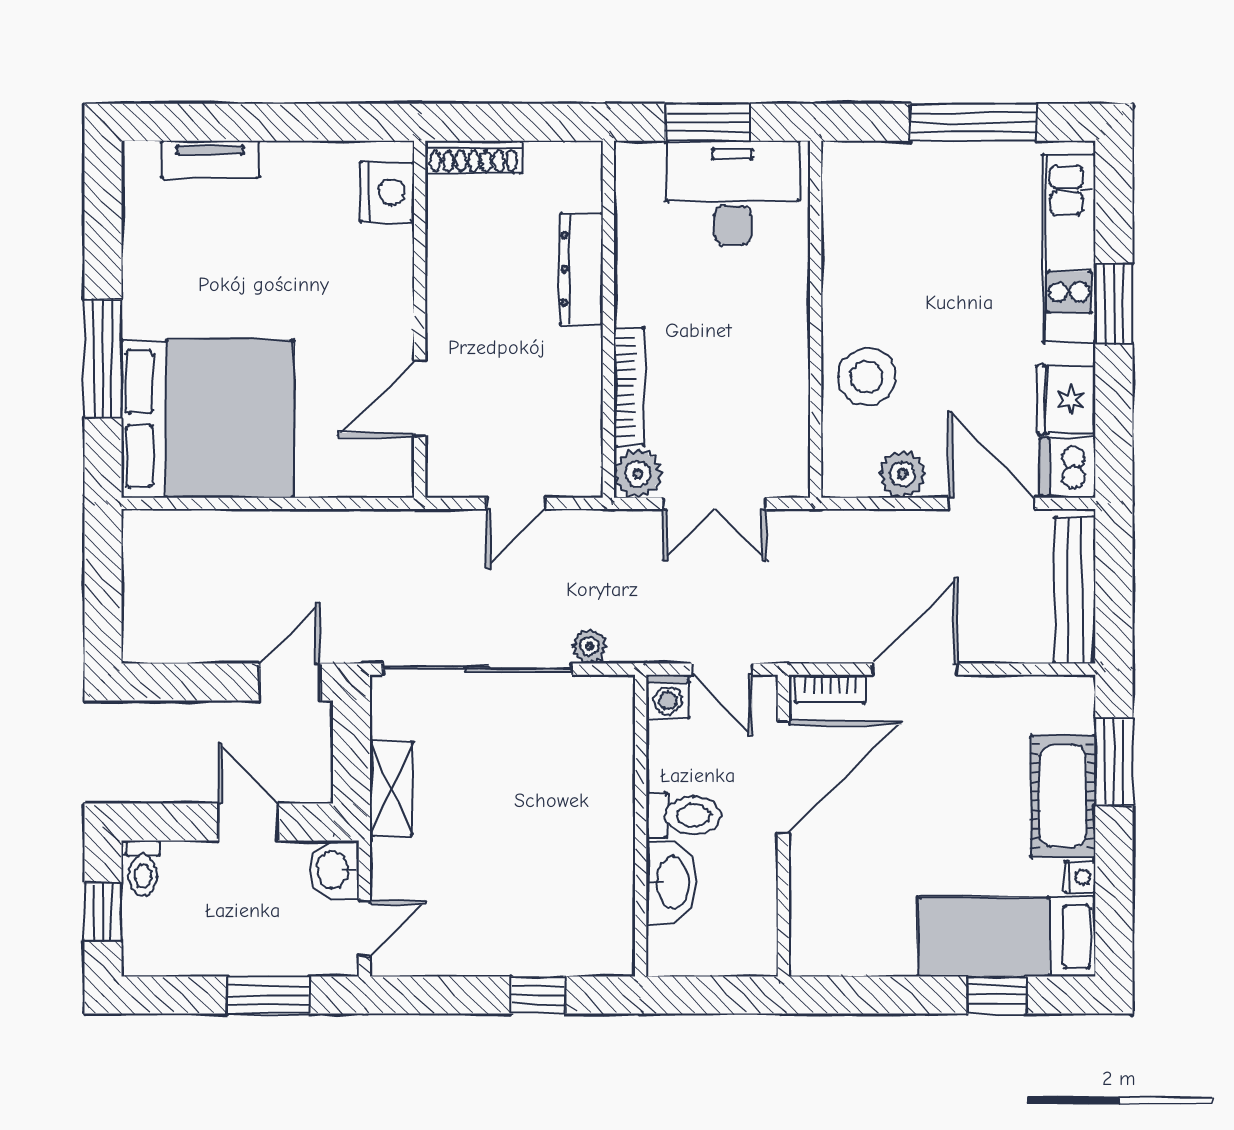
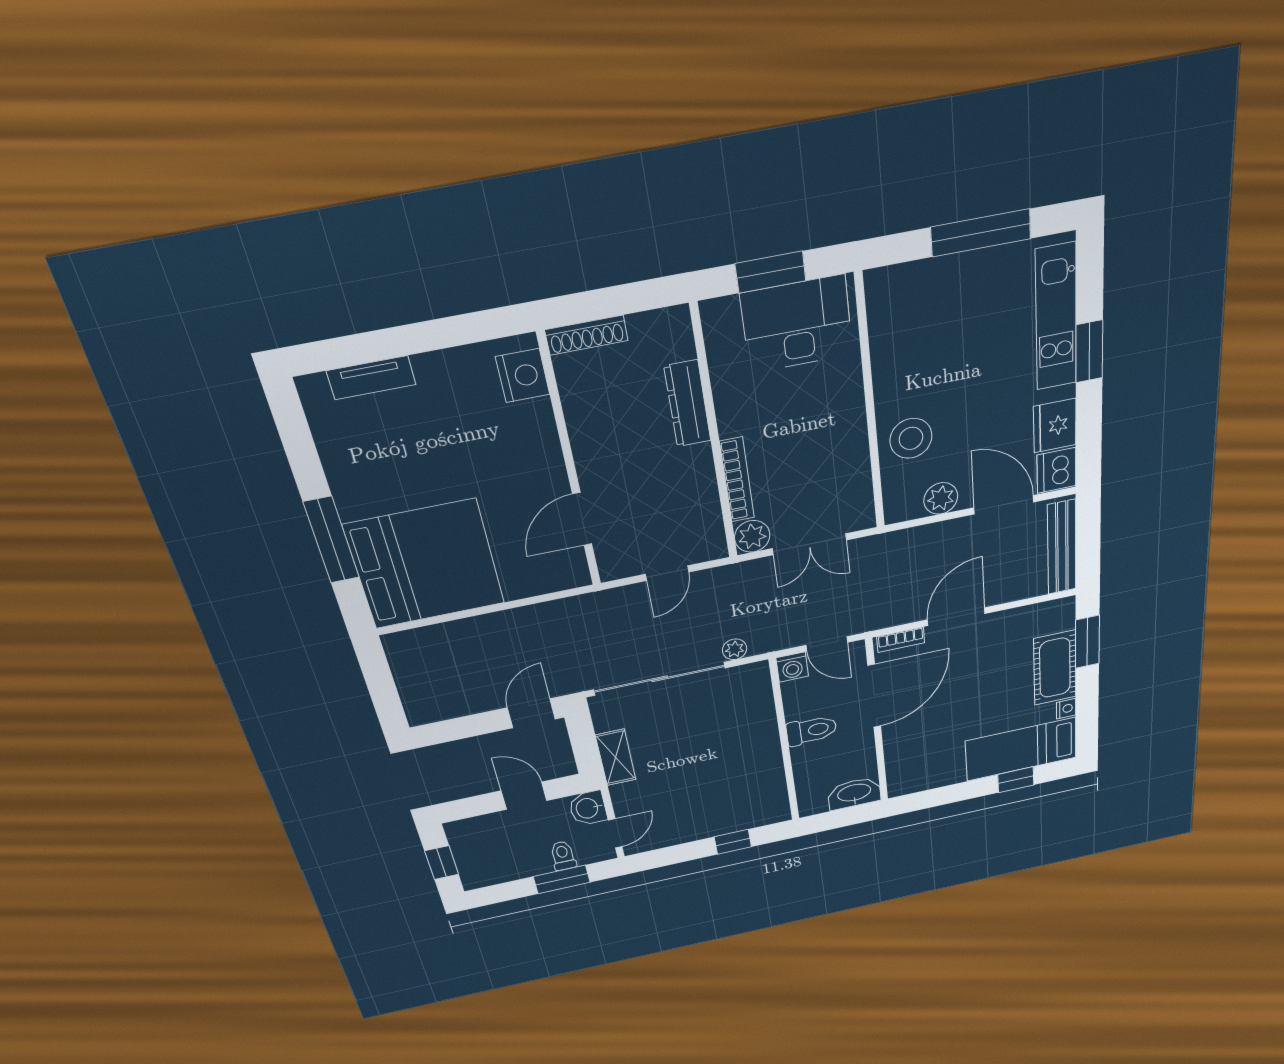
toilet: (143, 868) -> (563, 856), moved, turned 180
washbasin: (671, 883) -> (854, 793), moved, turned -90

